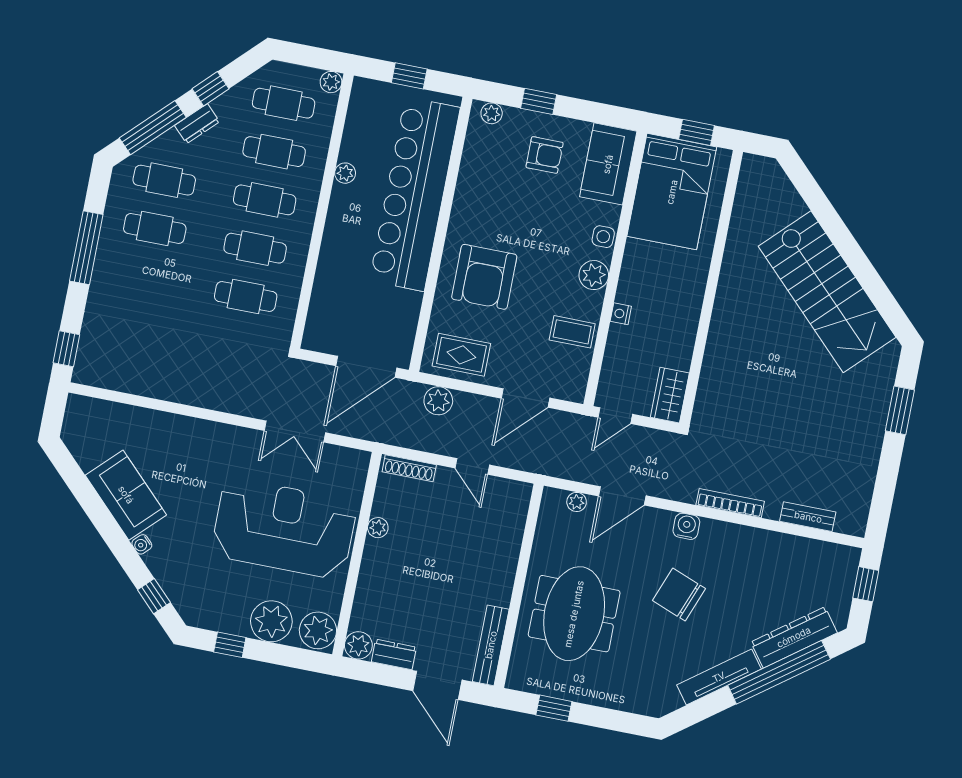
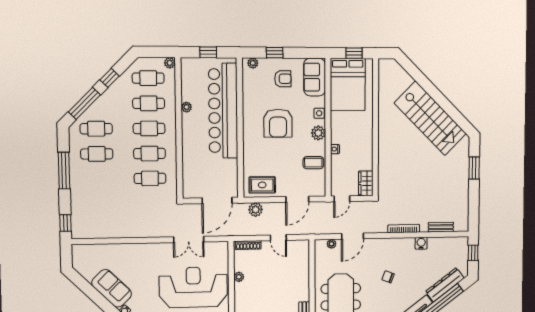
dresser: (197, 124) -> (107, 97), removed
armchair: (484, 277) -> (278, 123), moved
water cooler: (686, 526) -> (421, 243), moved
chair: (679, 595) -> (388, 277), width x0.54, depth x0.54

